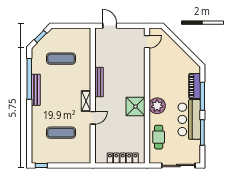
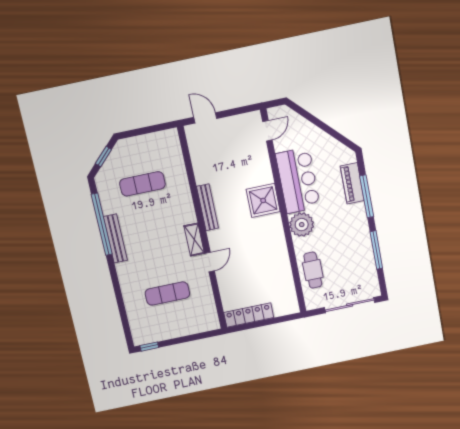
shower: (136, 106) -> (263, 200), moved
bar counter: (189, 119) -> (298, 180), moved, turned 180
locker: (123, 158) -> (249, 315), moved

